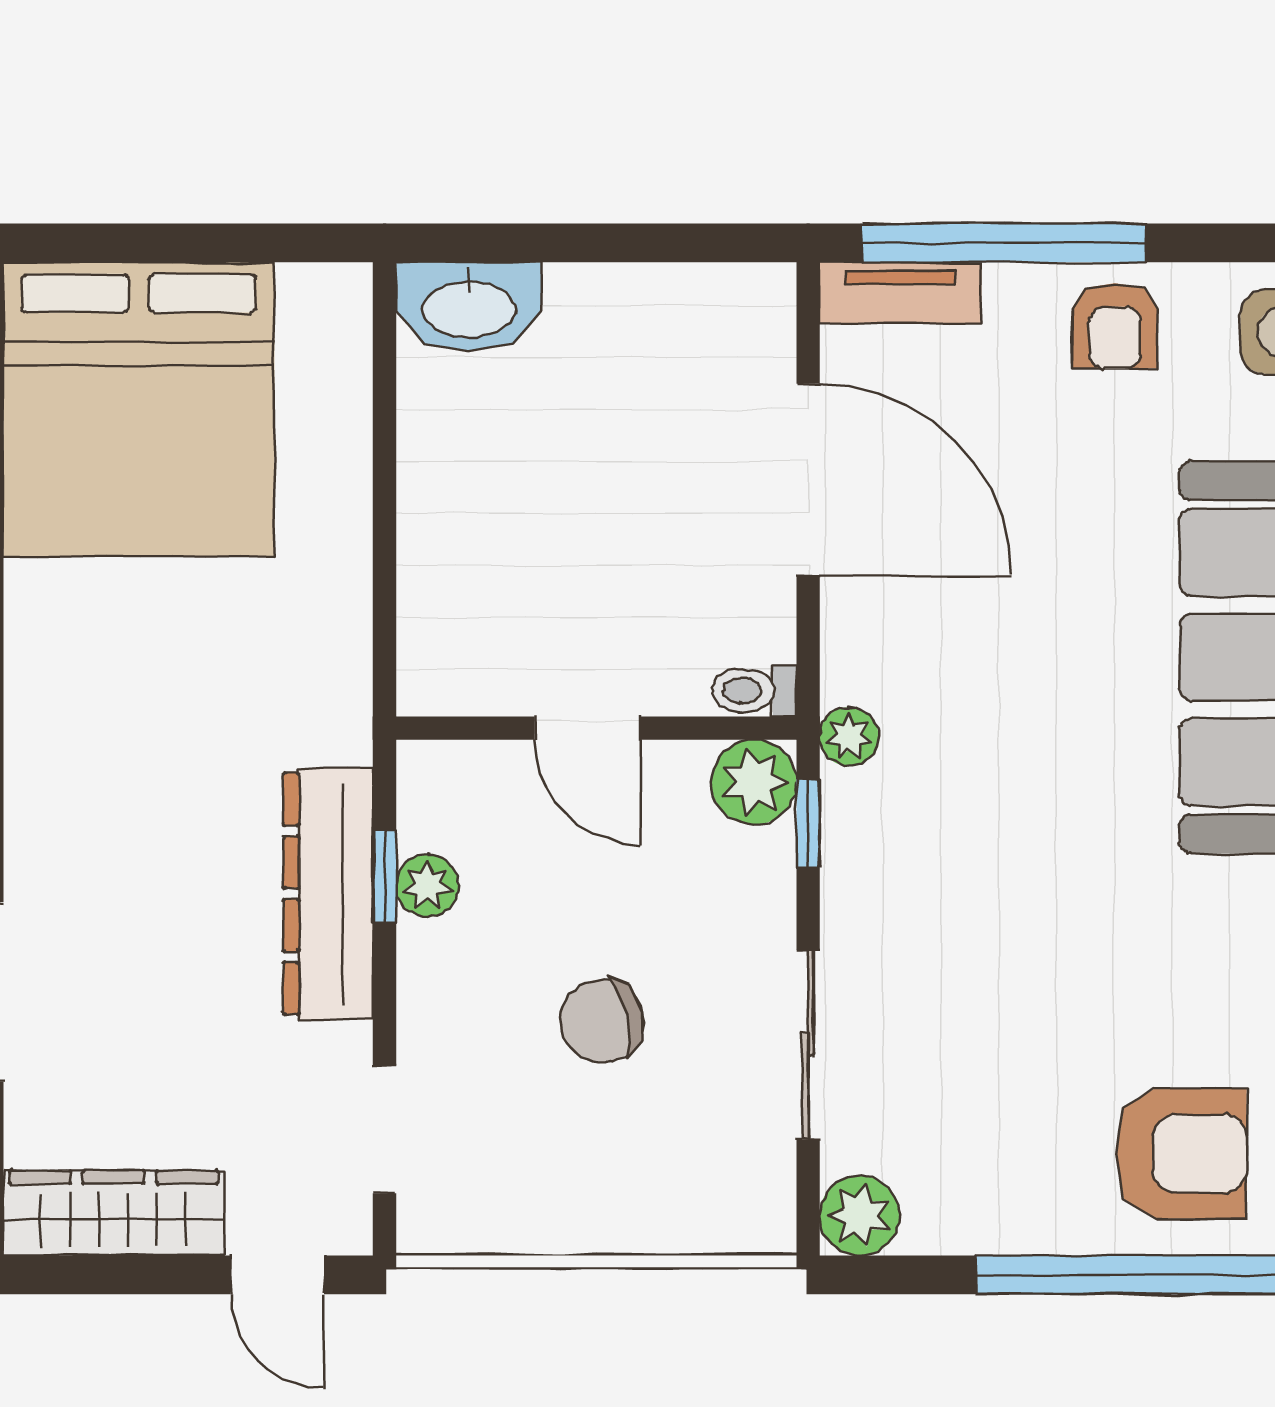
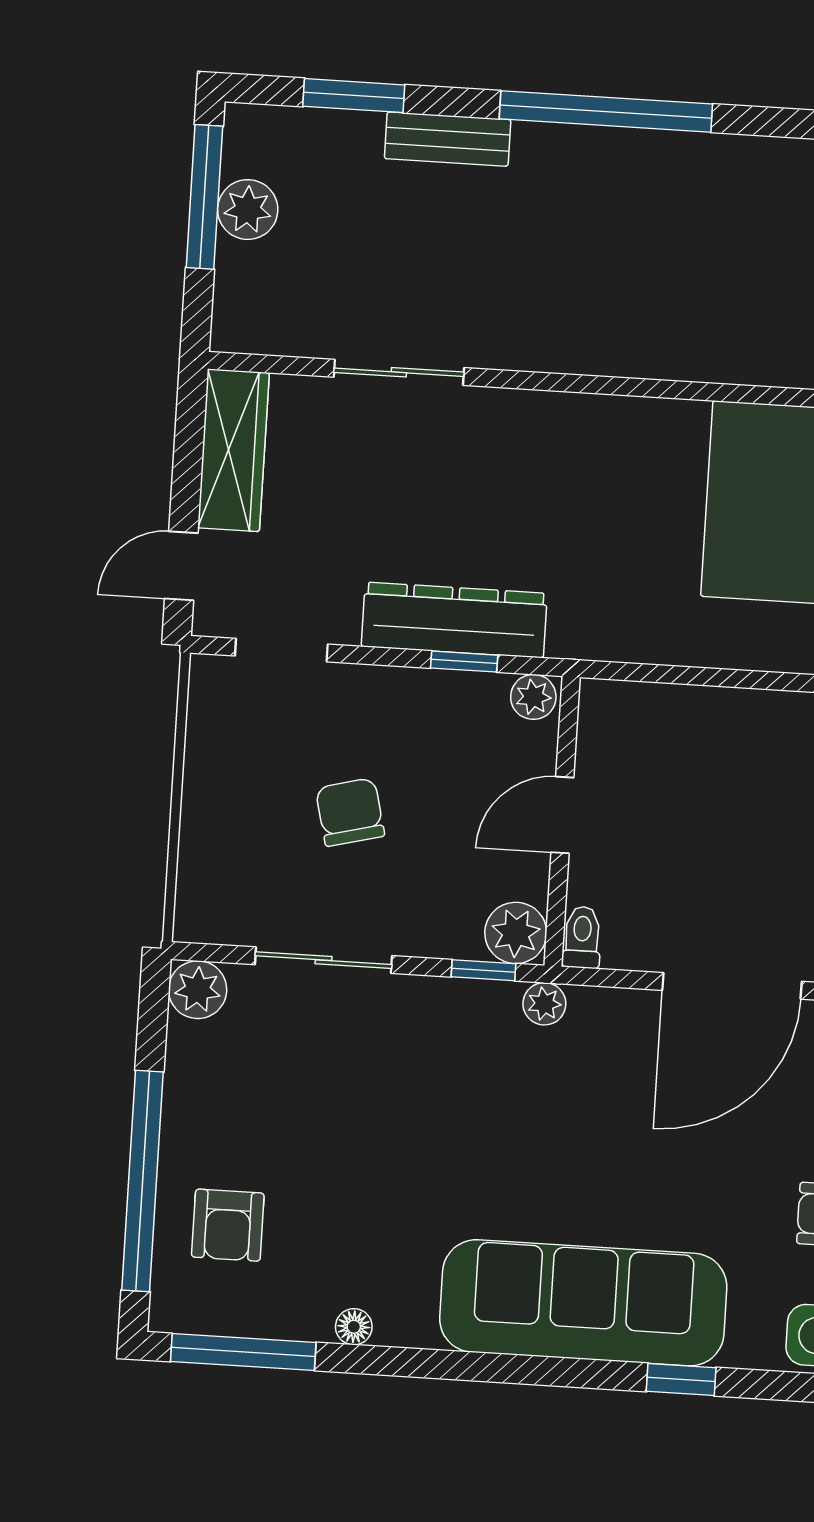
plant: (427, 886) -> (533, 697), moved
armchair: (1181, 1153) -> (228, 1225), width x0.72, depth x0.72

